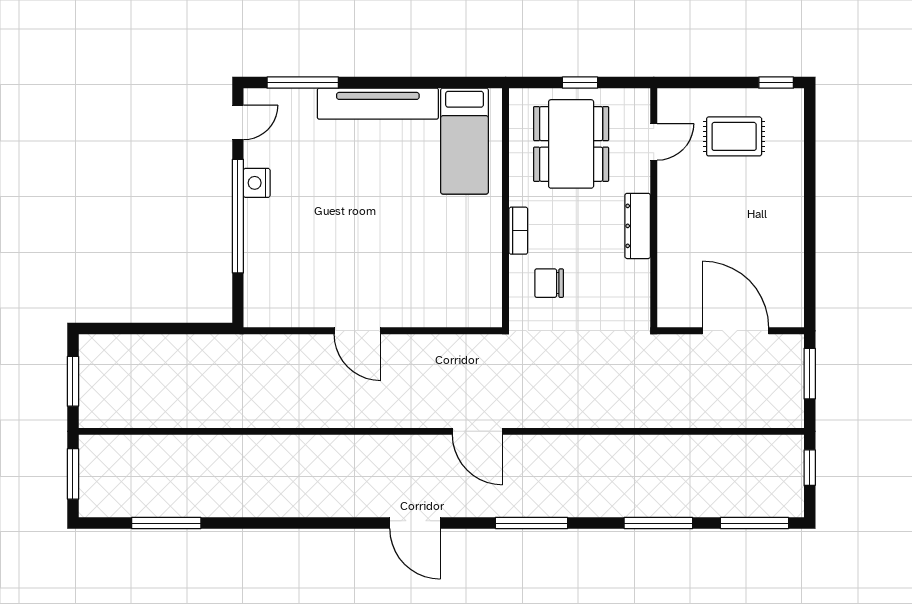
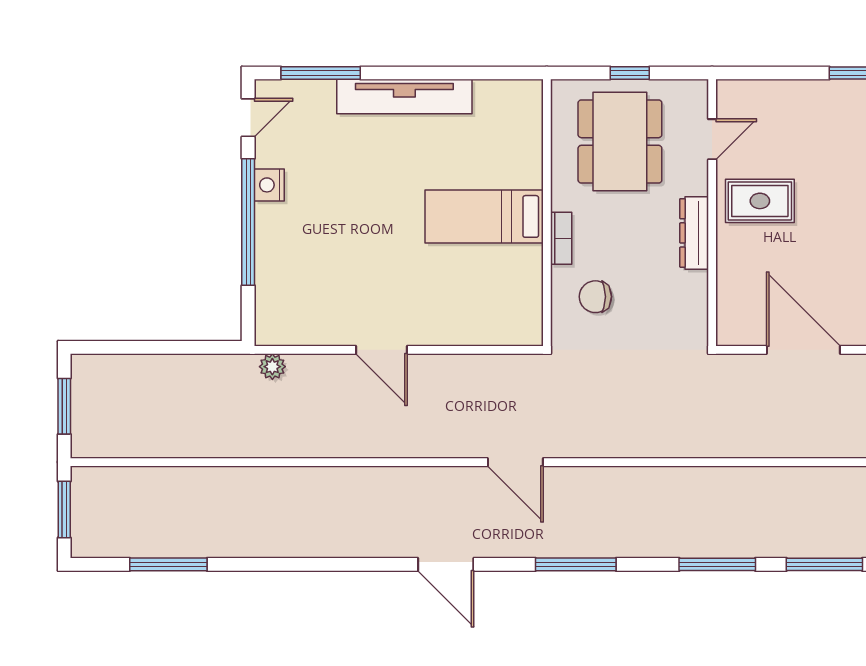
rug: (734, 136) -> (760, 201), moved
bed: (465, 141) -> (484, 216), moved, turned 90
plant: (259, 346) -> (272, 367), added

